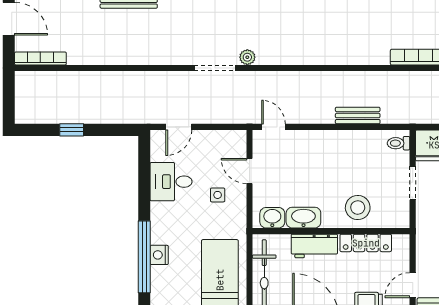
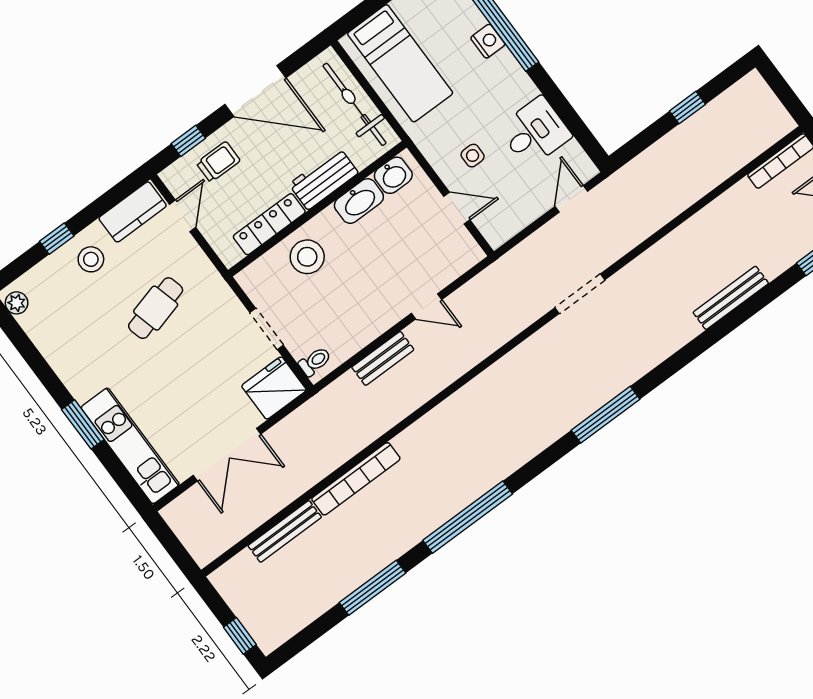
plant: (247, 57) -> (553, 332), removed
door: (273, 127) -> (427, 306), moved

